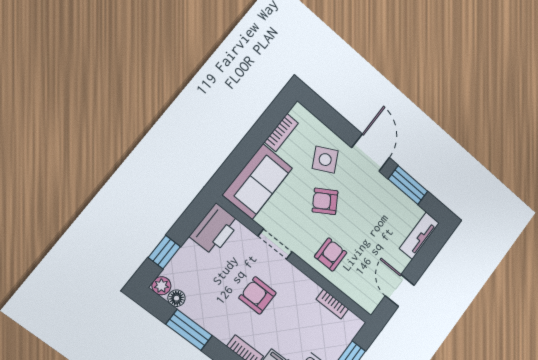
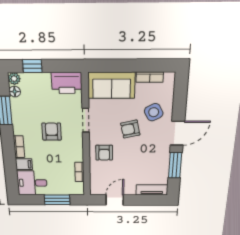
armchair: (325, 201) -> (130, 129), turned -70
armchair: (331, 255) -> (104, 153), turned 90

